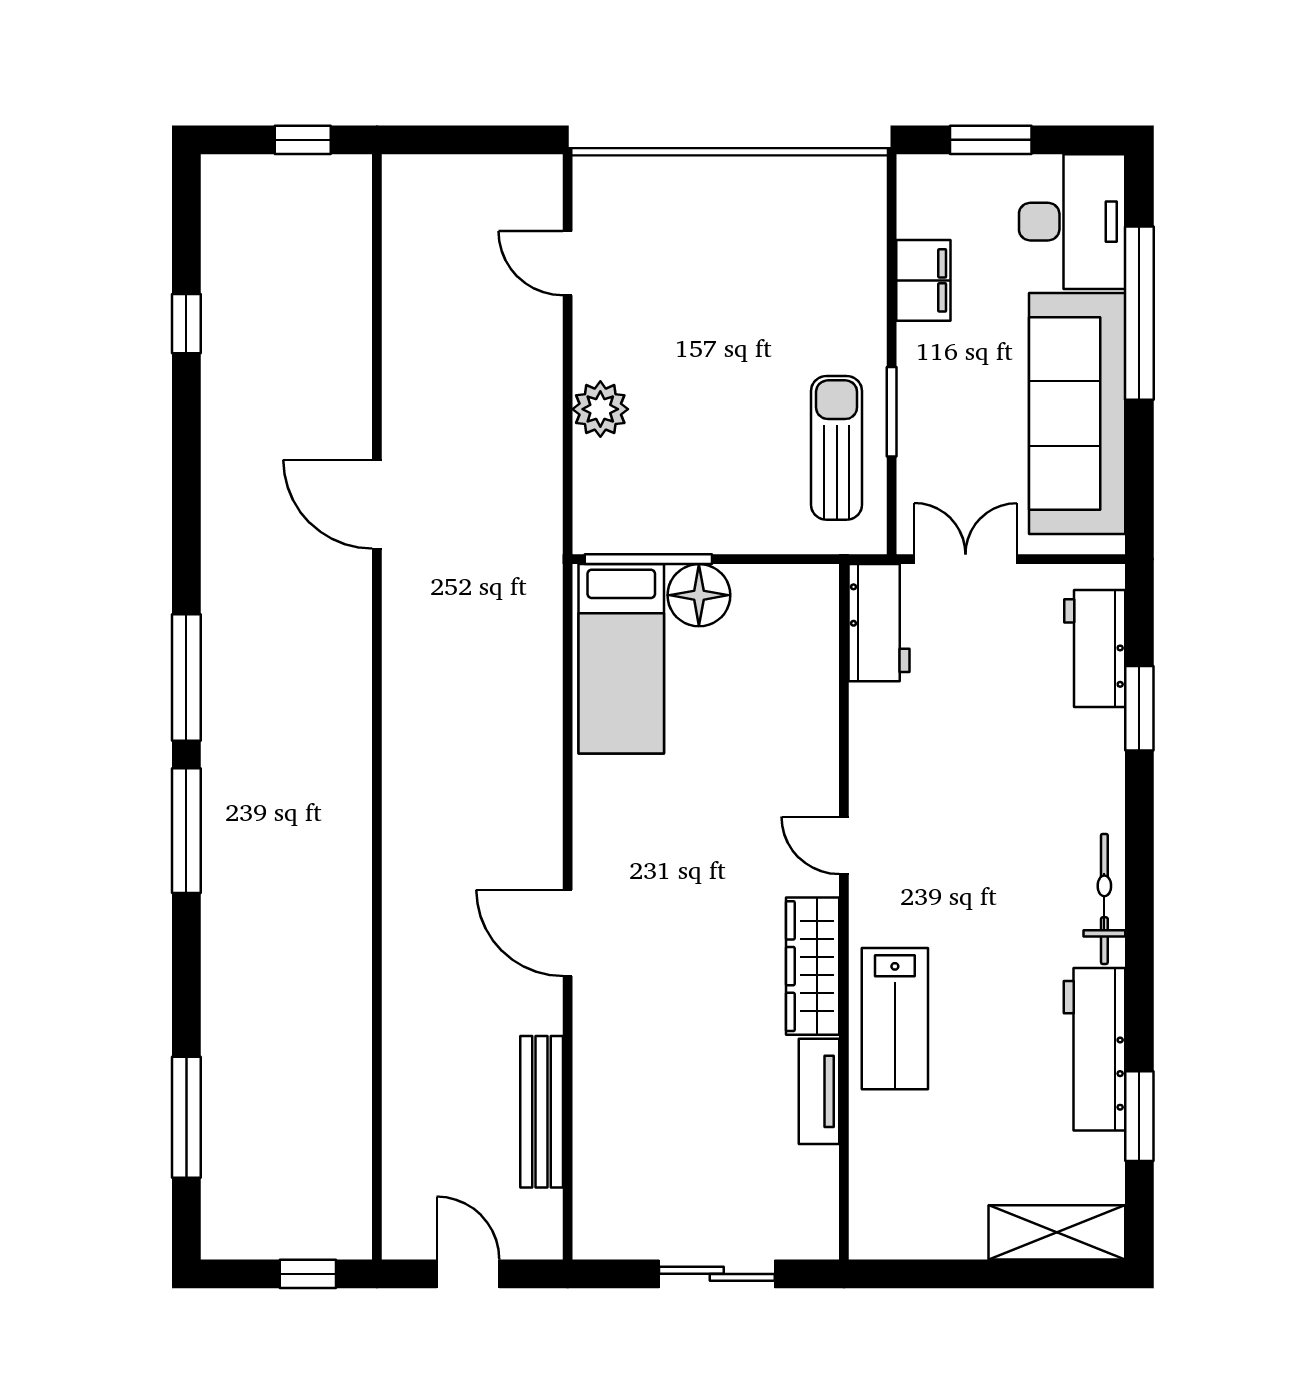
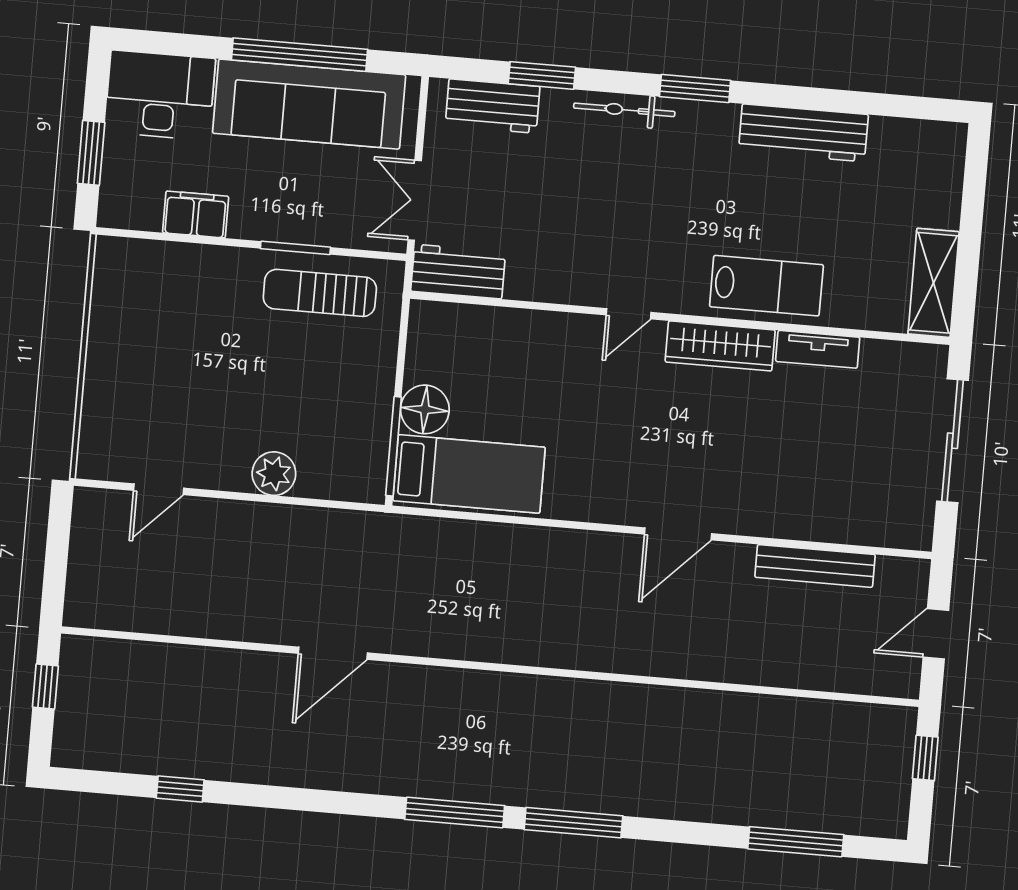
window: (1139, 313) -> (299, 55), moved
bicycle: (1104, 899) -> (624, 110), moved
window: (1139, 1116) -> (695, 89), moved
shelving: (1057, 1232) -> (934, 283), moved
sliding door: (717, 1274) -> (952, 441), width x1.37

